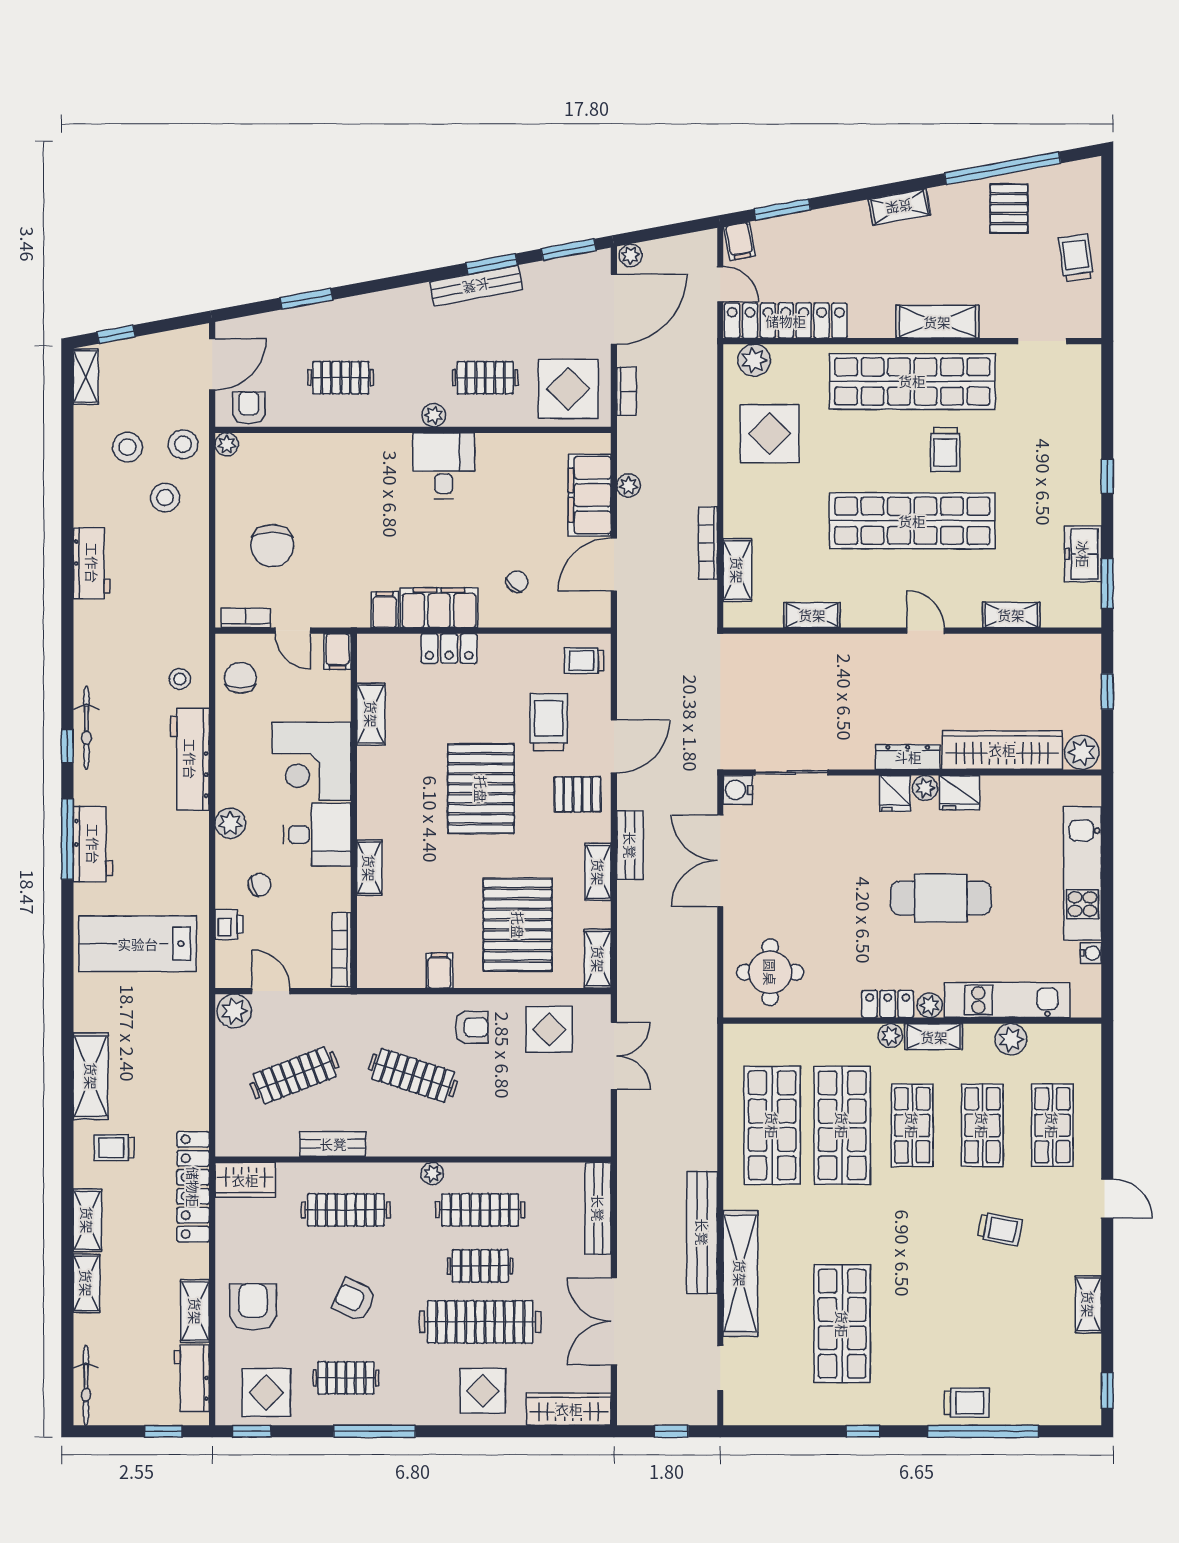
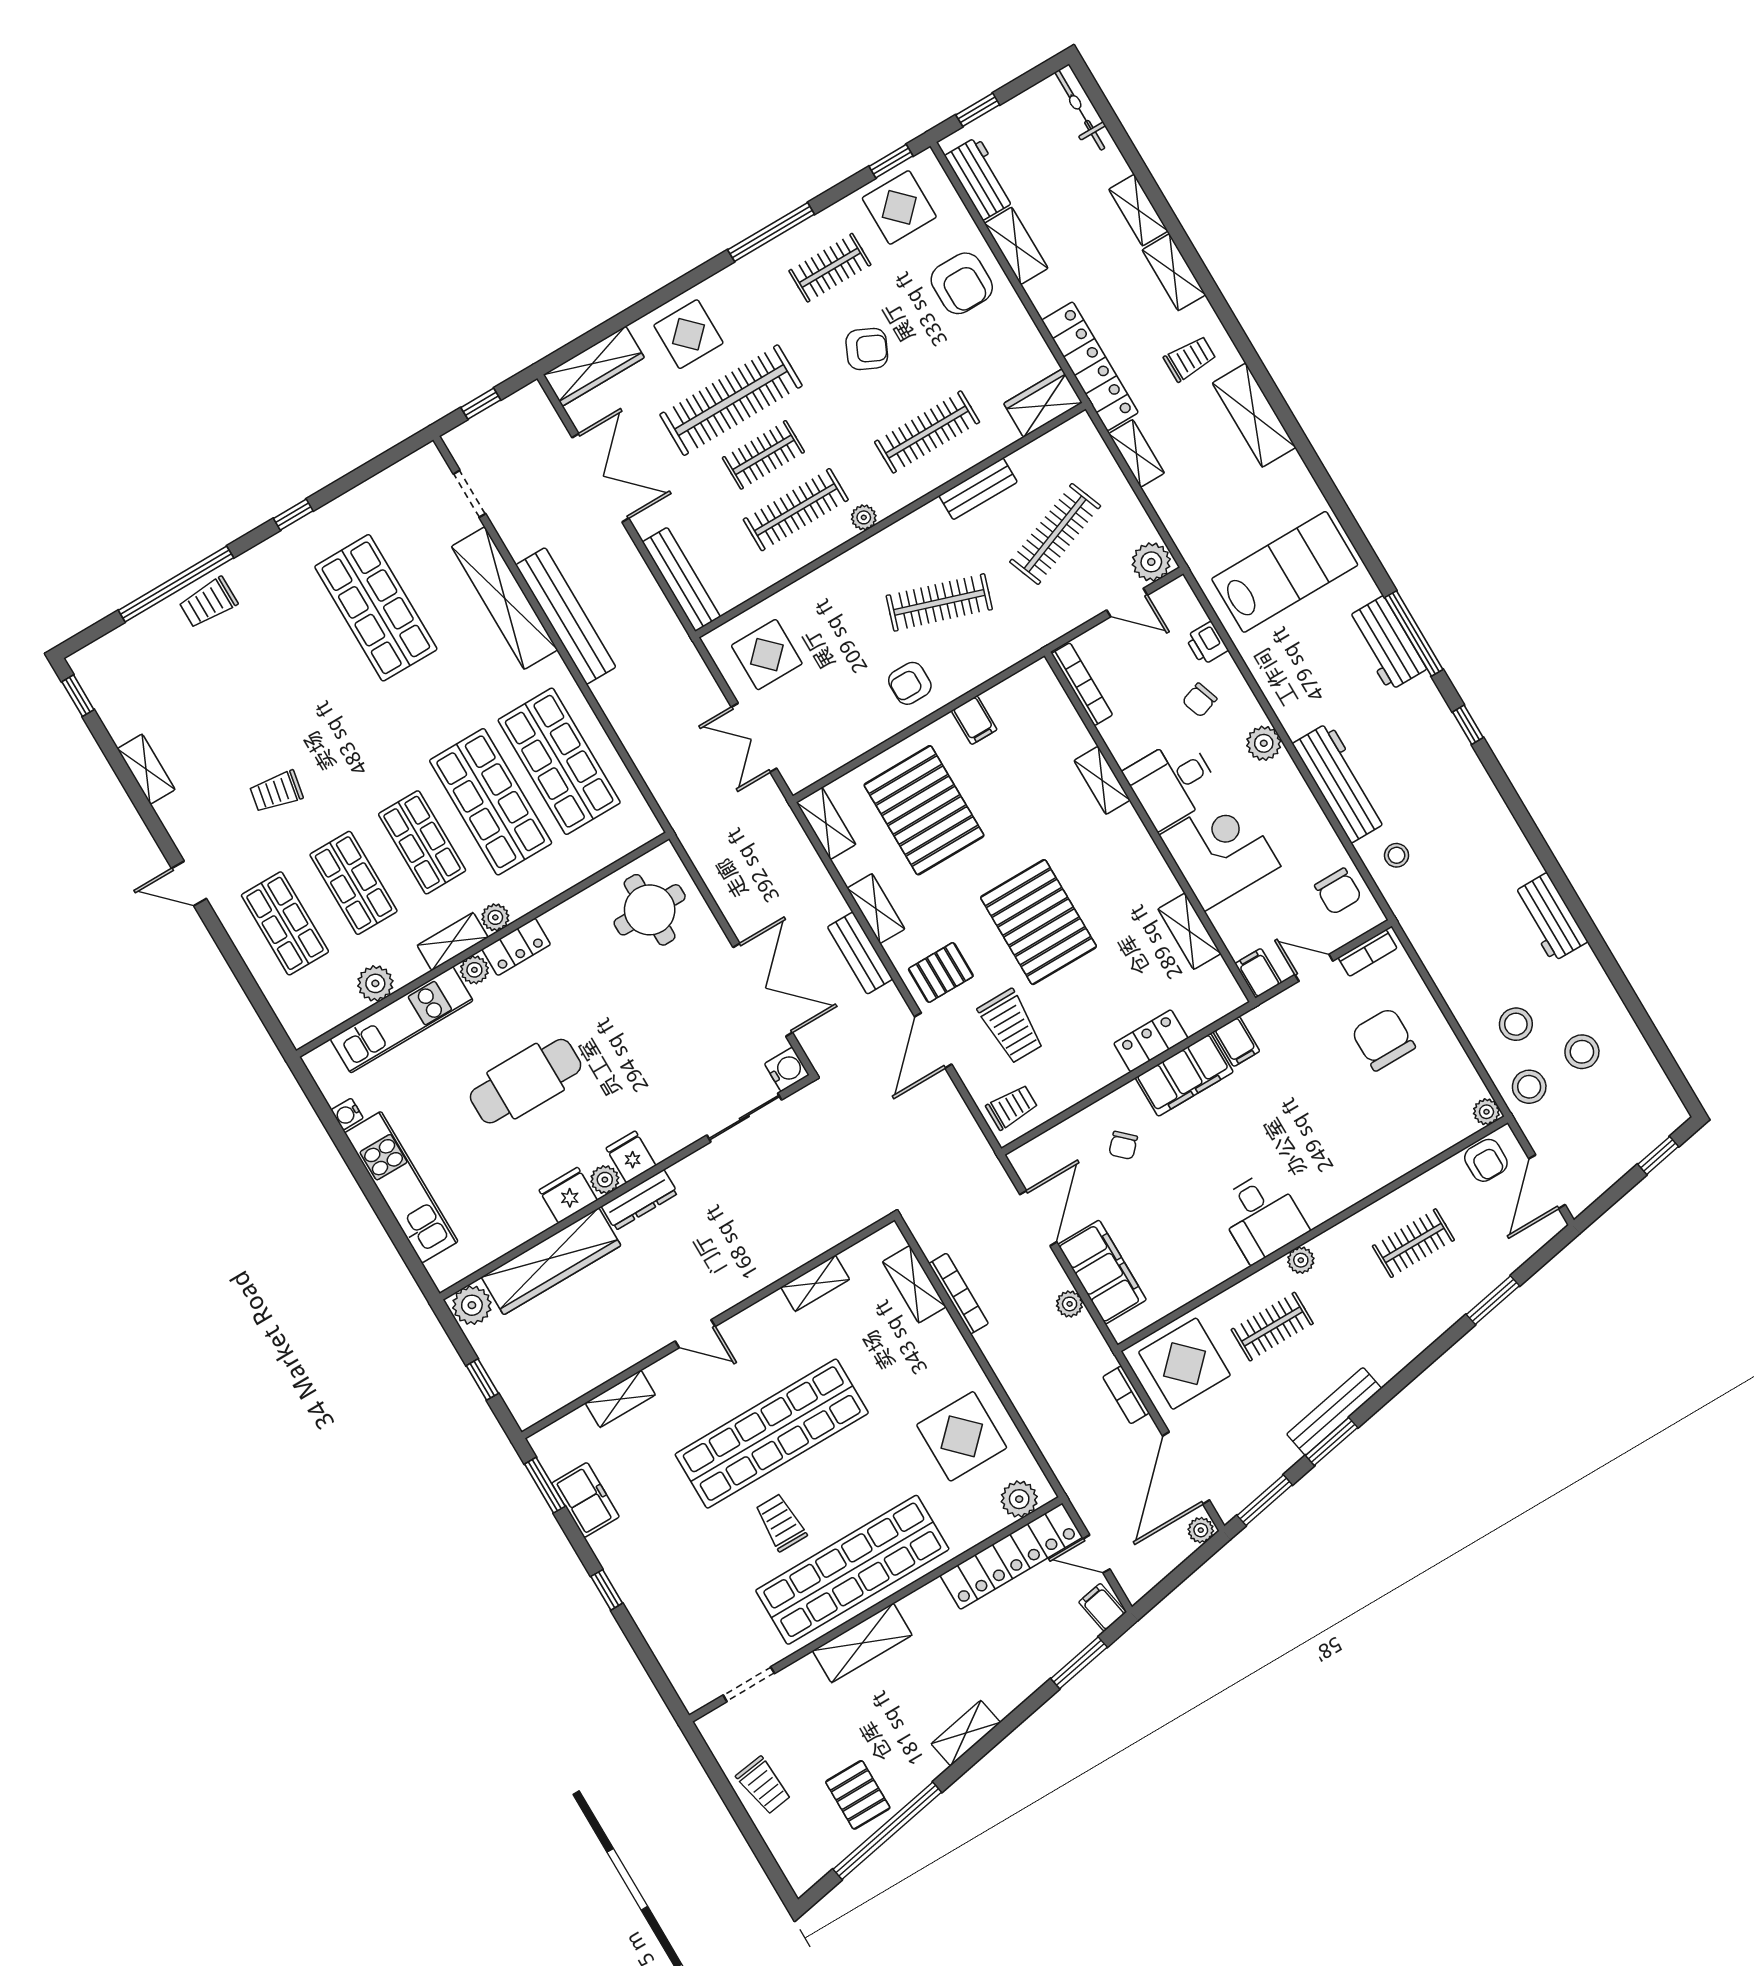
shelving: (86, 377) -> (1137, 453), moved
bicycle: (86, 728) -> (1460, 754), removed
display table: (549, 1029) -> (767, 655), moved

